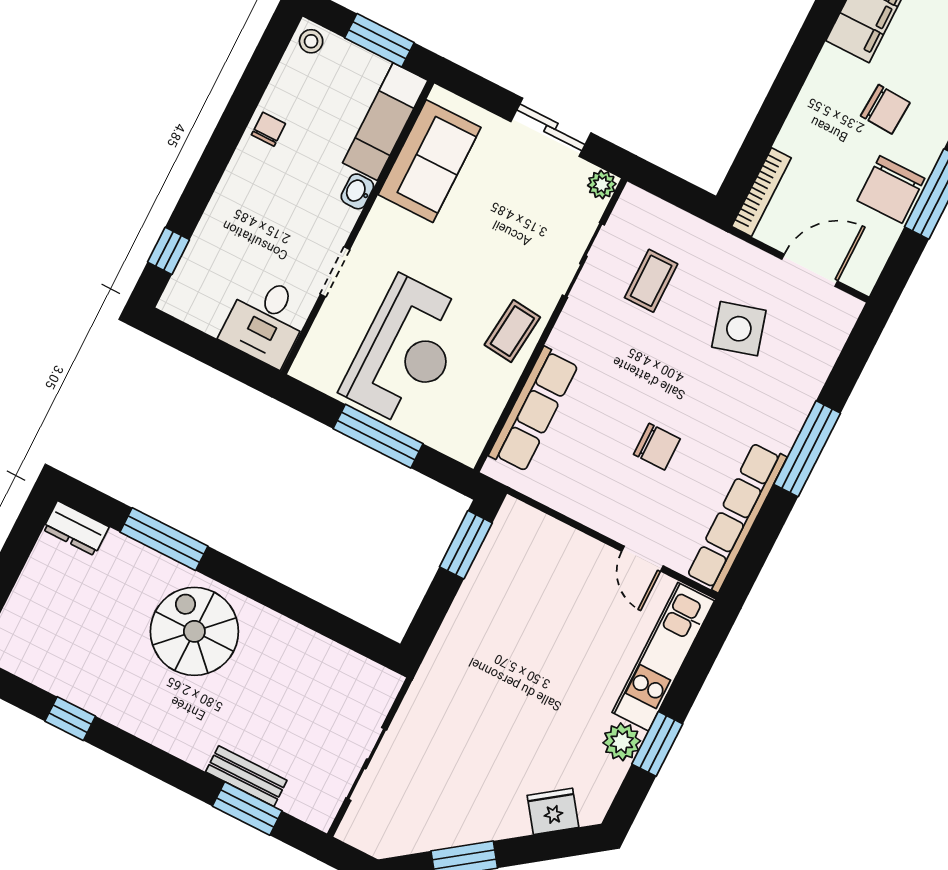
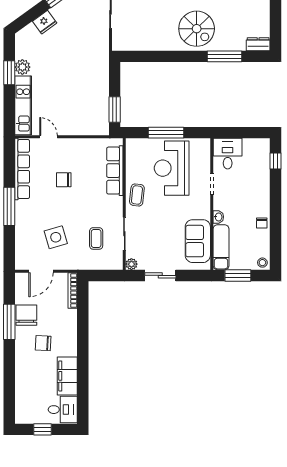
fridge: (553, 811) -> (45, 22), moved

